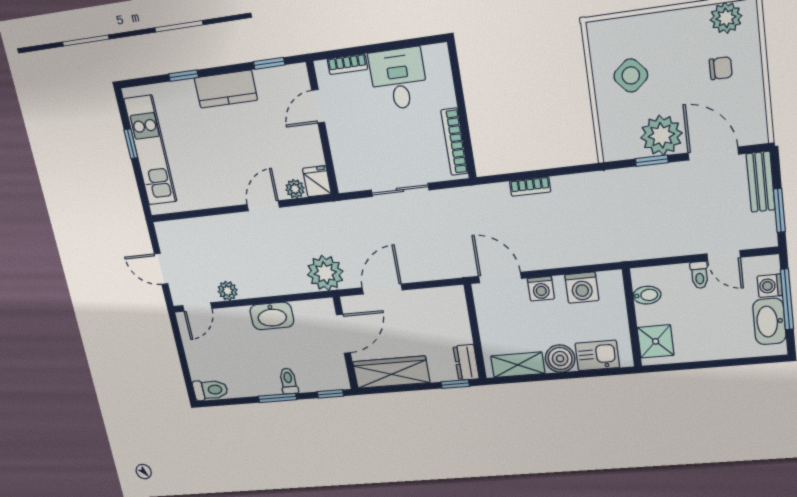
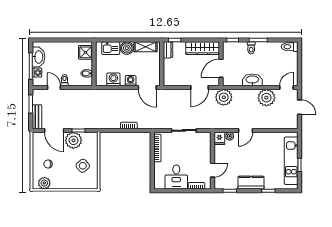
plant: (228, 291) -> (266, 98), width x1.88, depth x1.88

